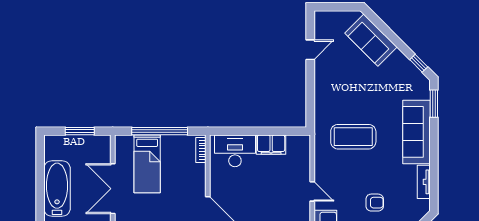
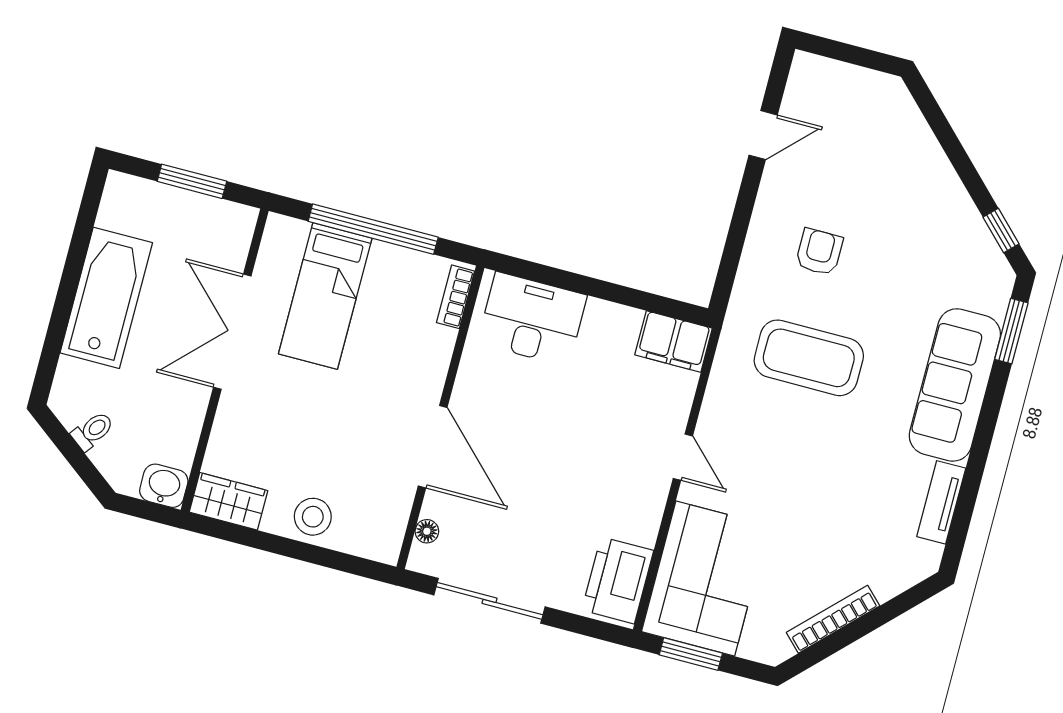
sofa: (371, 40) -> (906, 149), removed
filing cabinet: (271, 145) -> (674, 341), moved
armchair: (375, 203) -> (819, 252), moved, turned -90

